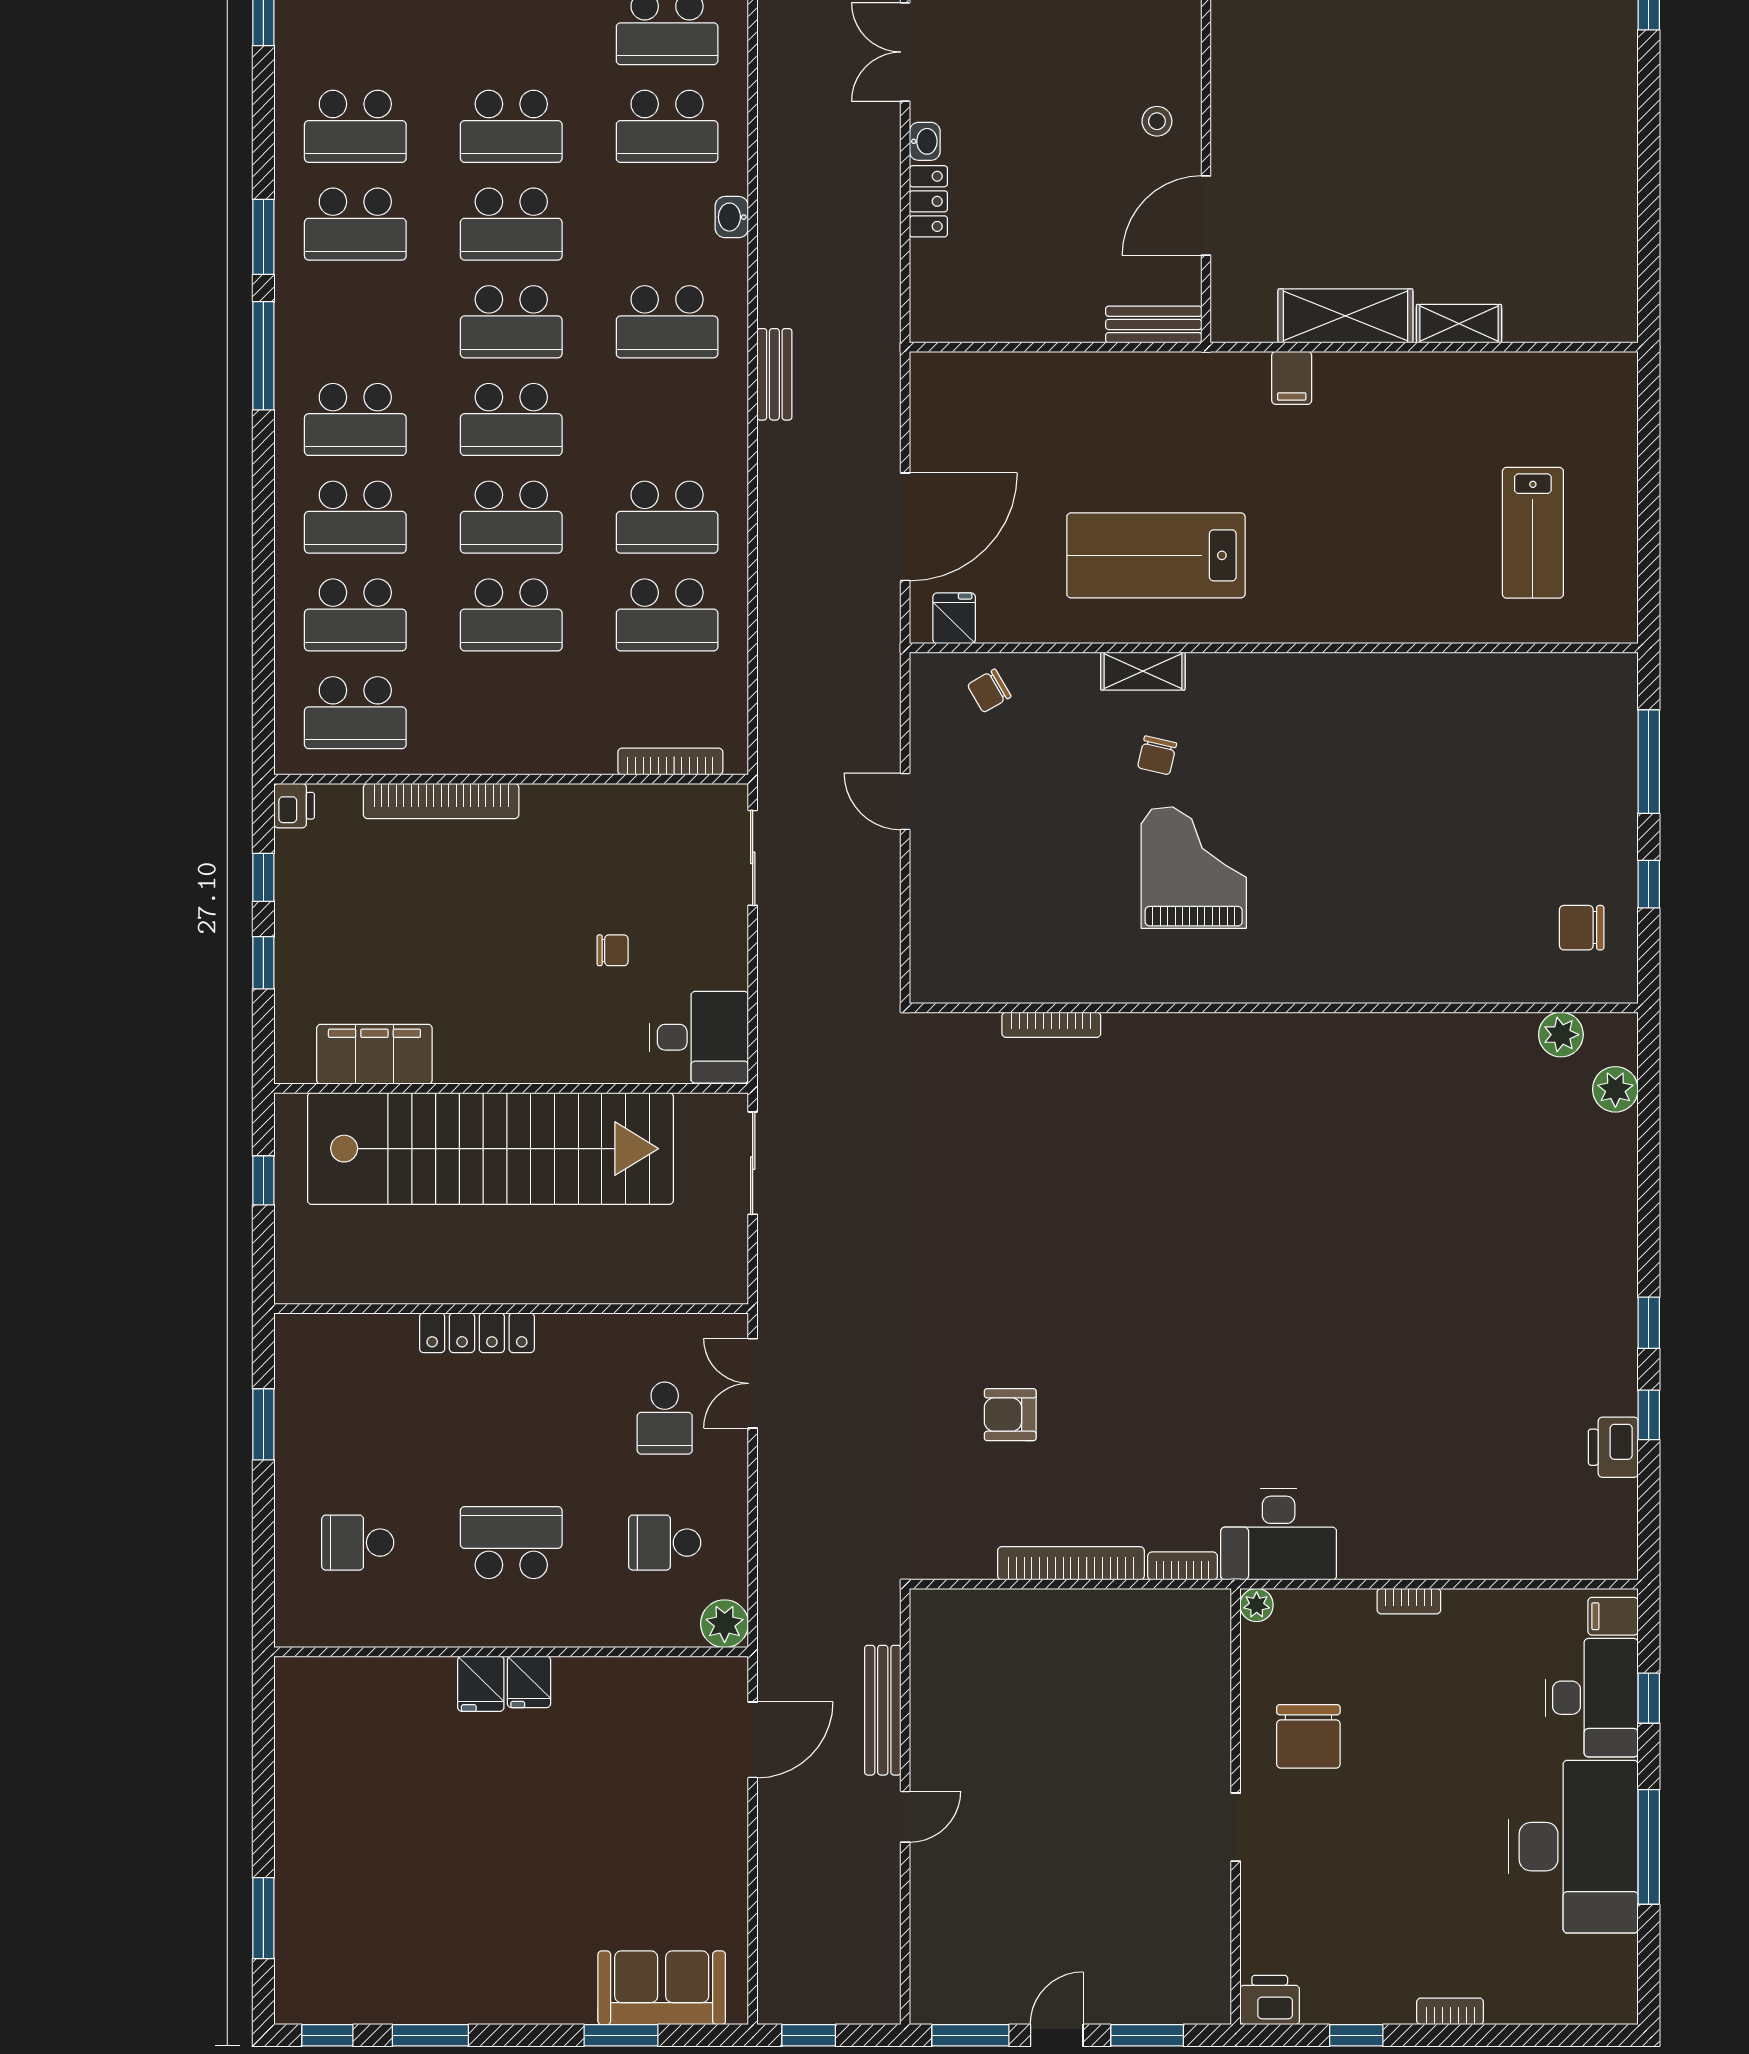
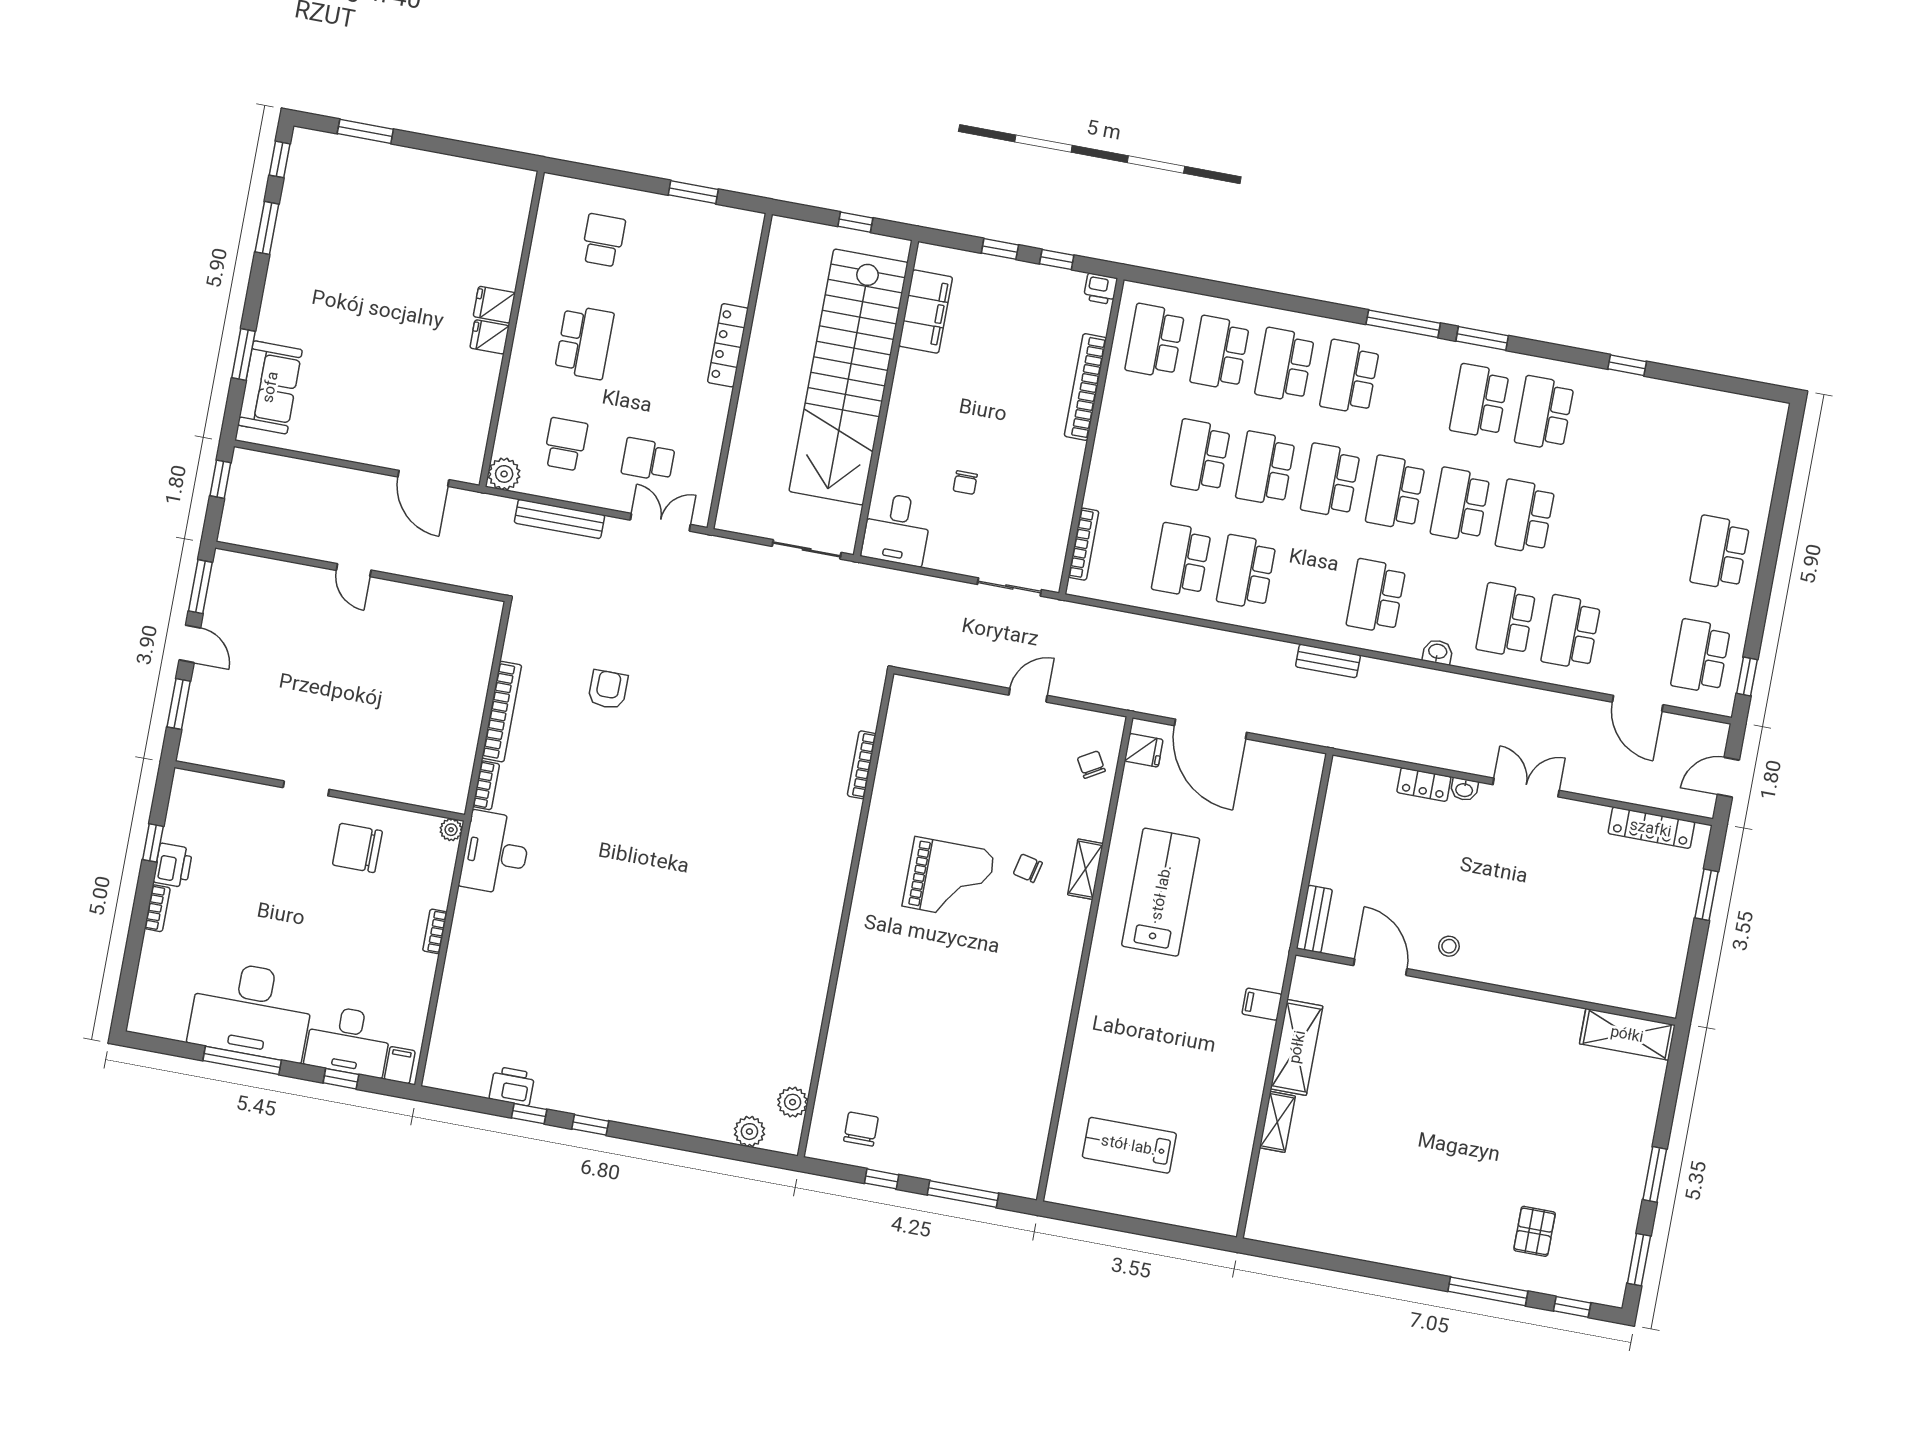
bench: (883, 1710) -> (559, 519), moved
printer: (1270, 2000) -> (173, 865), moved

